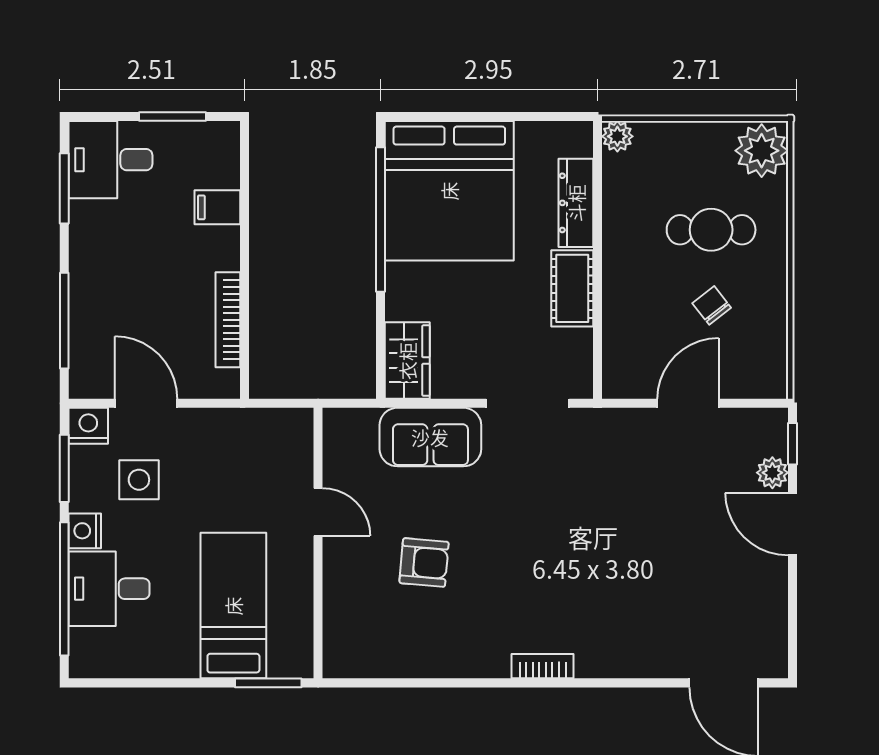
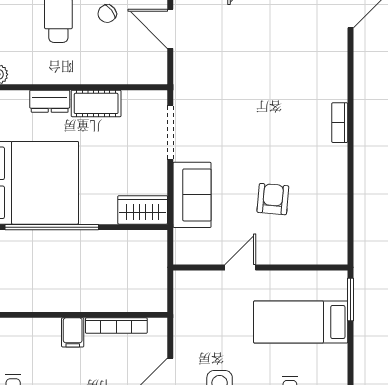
dresser: (576, 203) -> (50, 101), width x0.70
filing cabinet: (217, 207) -> (73, 332), moved

